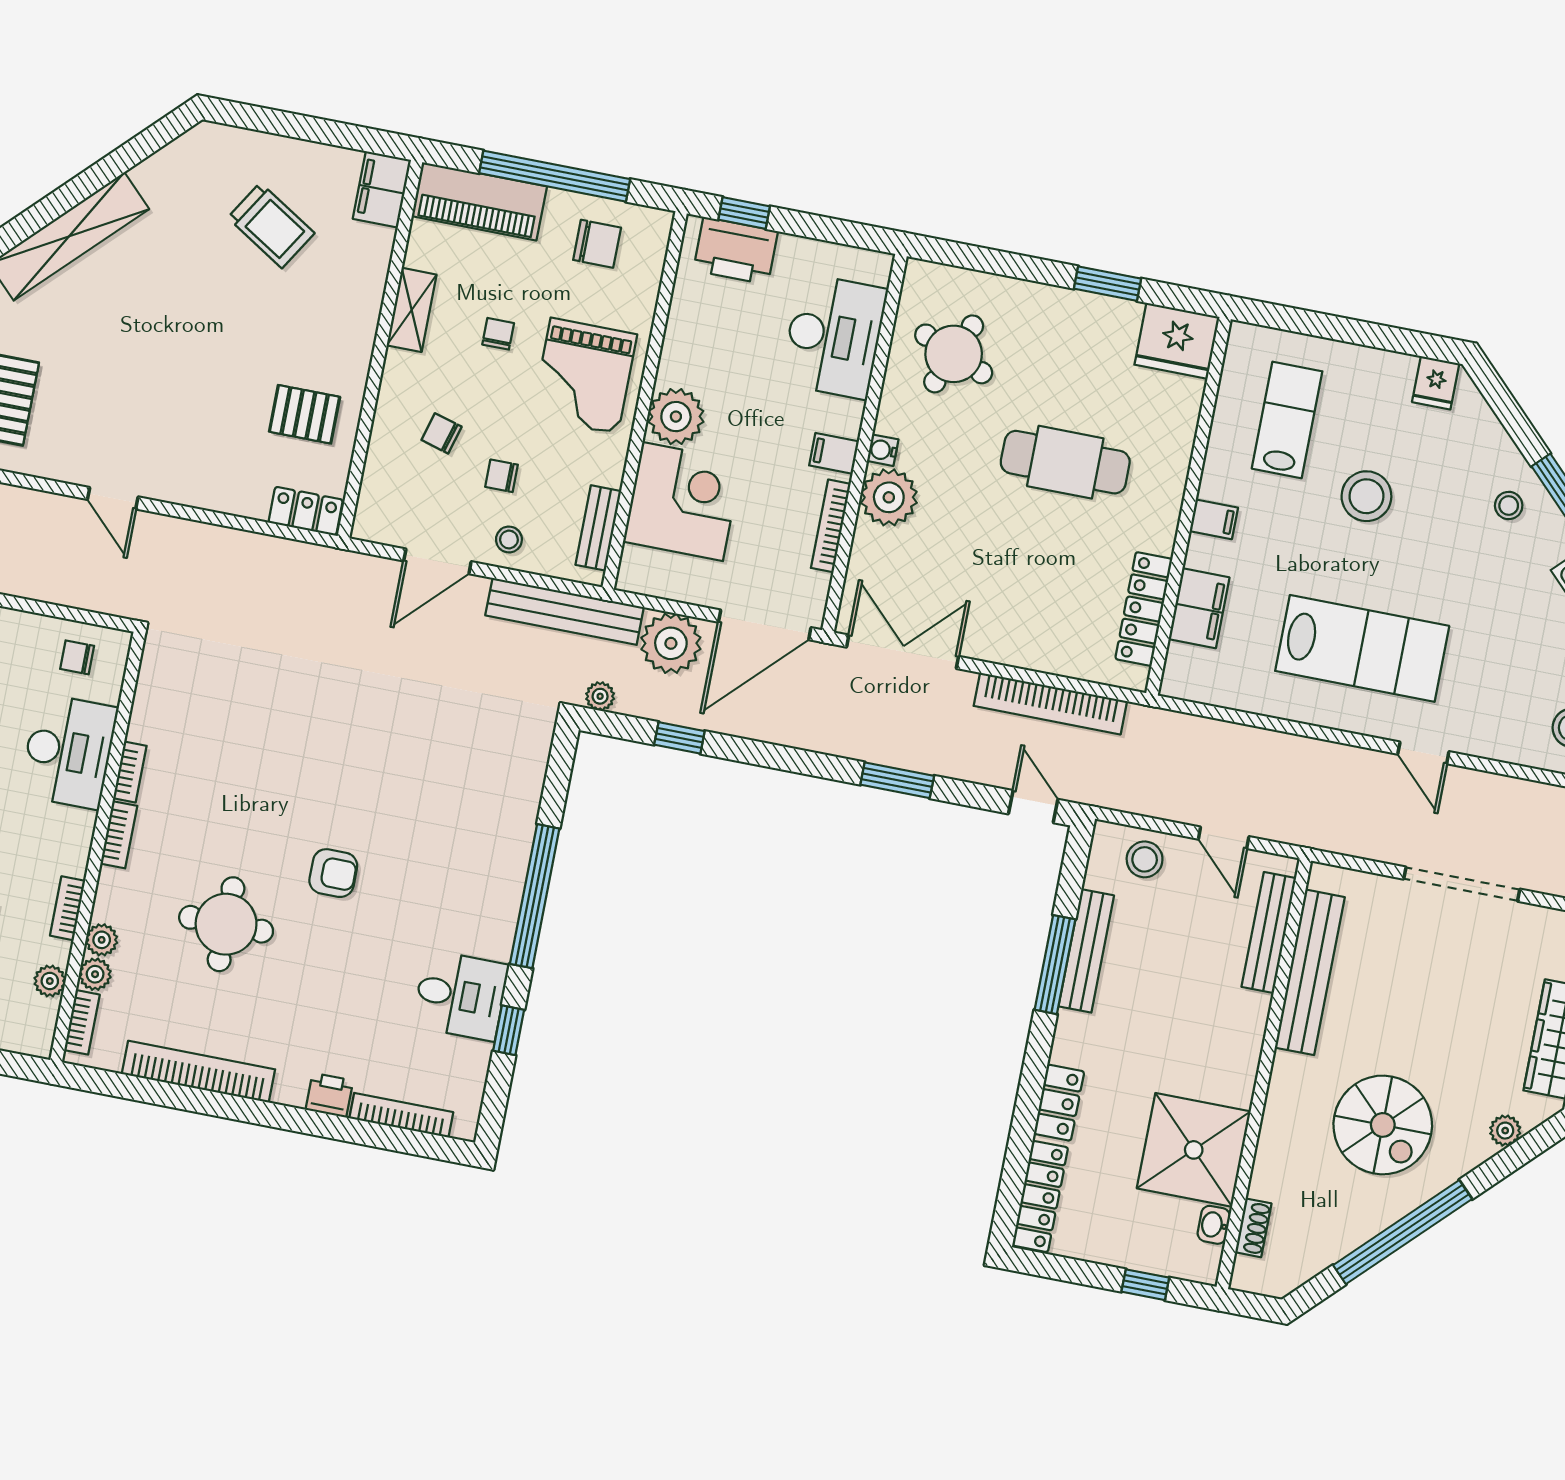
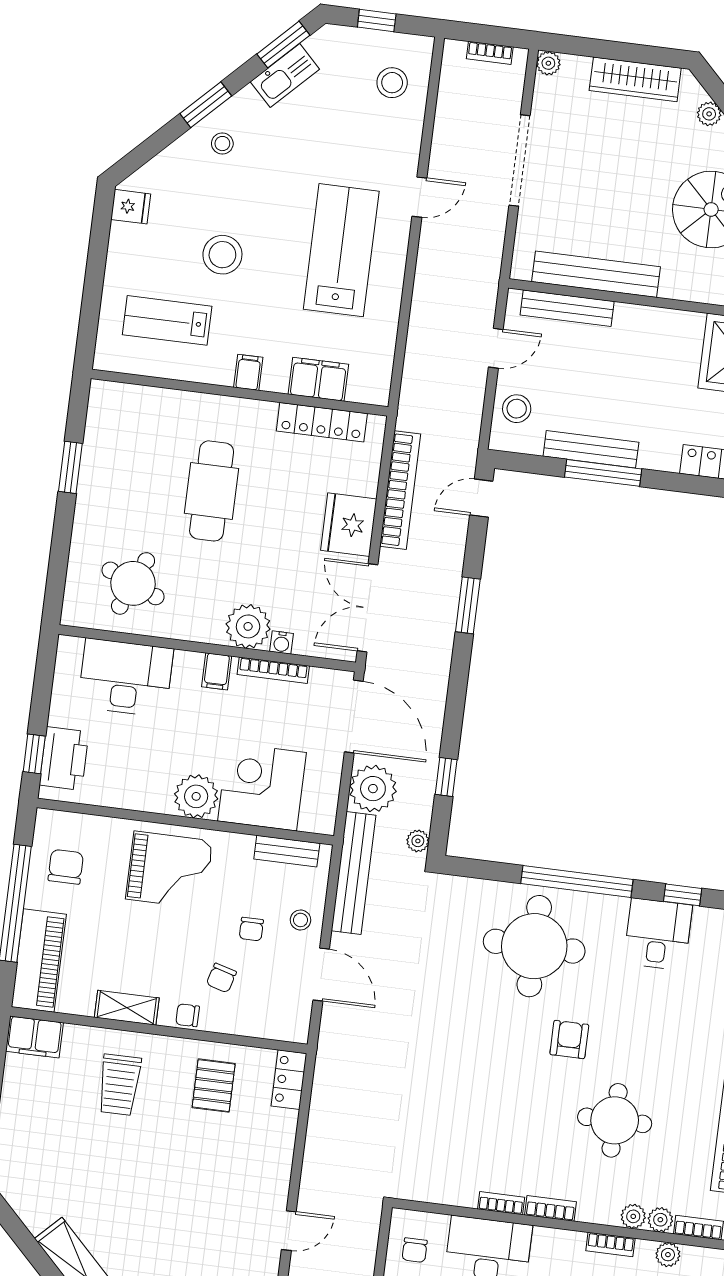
trolley: (271, 225) -> (119, 1085), moved, turned 148
chair: (498, 334) -> (188, 1015), moved
fridge: (1177, 341) -> (349, 525), moved, turned 180
water cooler: (883, 450) -> (282, 643), moved
round table: (456, 836) -> (534, 946), added

